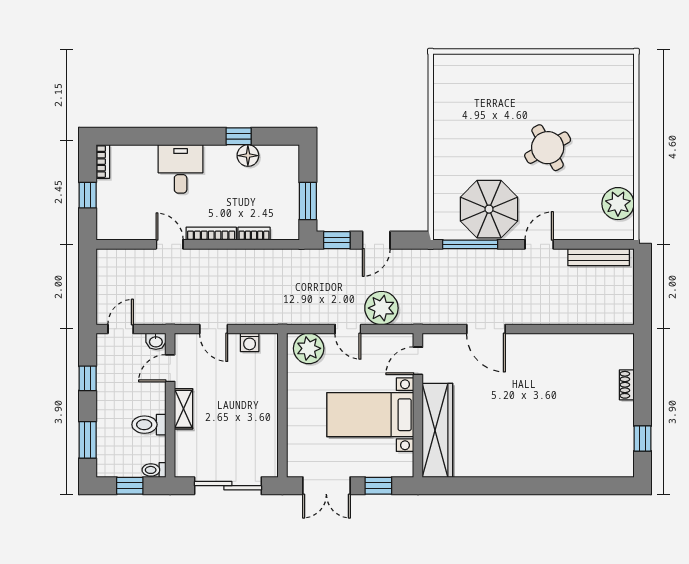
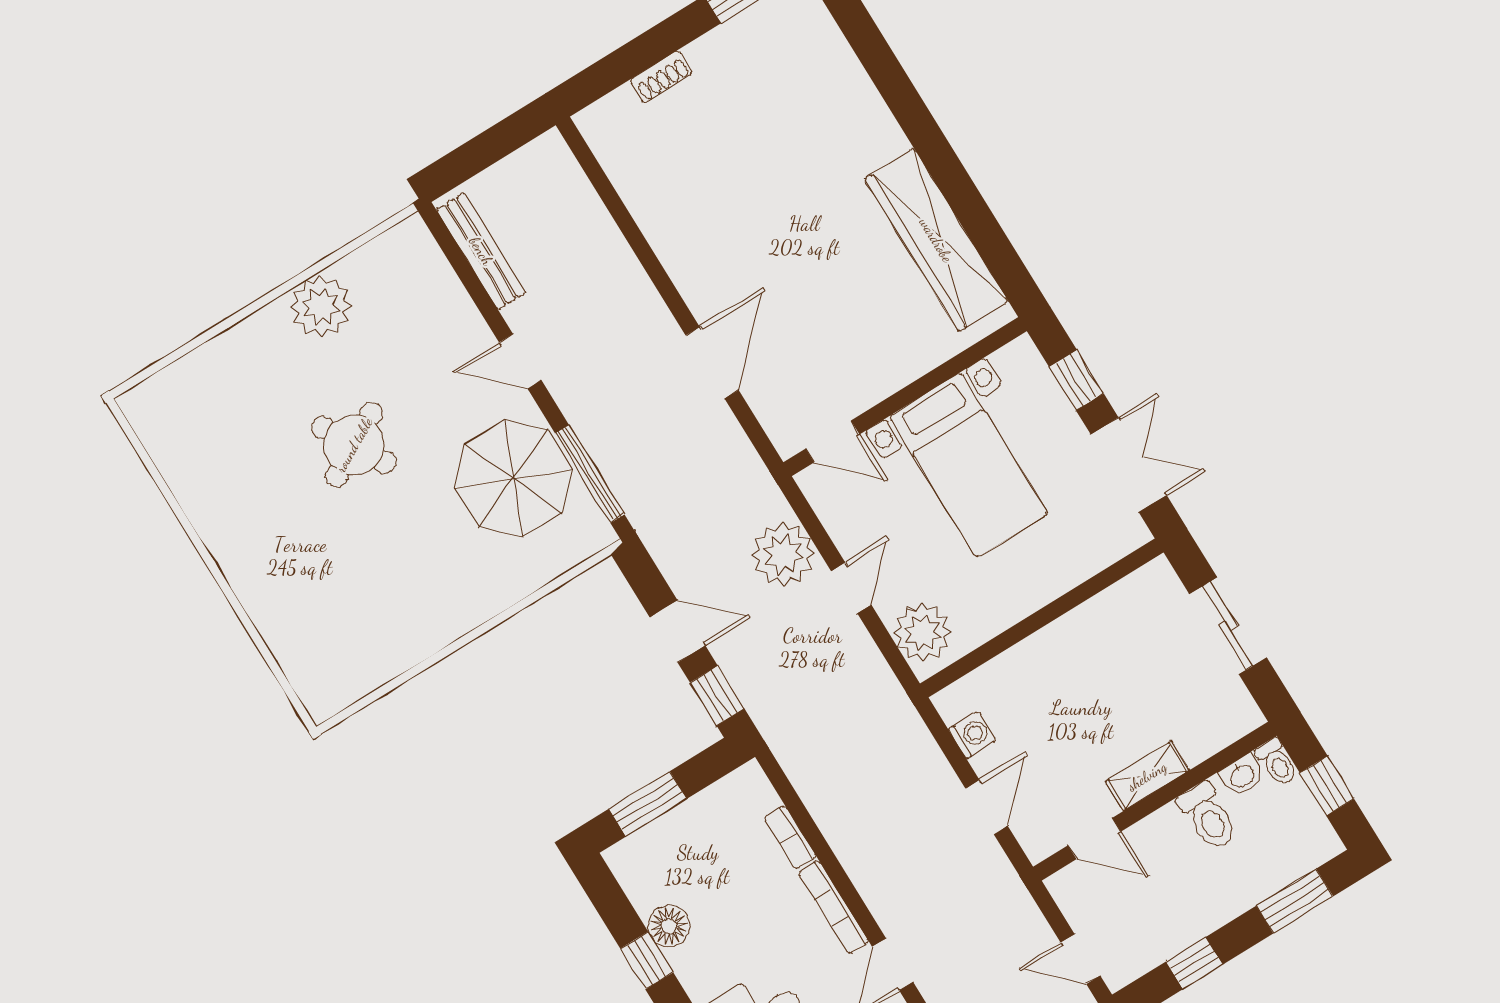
window: (308, 201) -> (648, 804), moved
plant: (618, 204) -> (321, 306), moved
washbasin: (156, 341) -> (1242, 775), moved, turned 90
wardrobe: (437, 430) -> (936, 240), moved, turned -90
sliding door: (228, 486) -> (1228, 626), width x0.73

